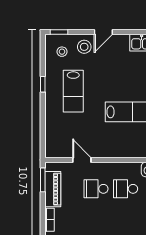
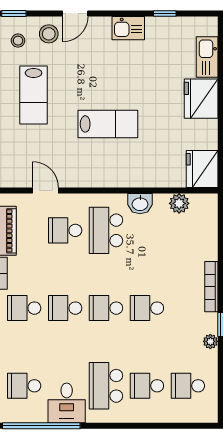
school desk: (126, 189) -> (106, 230), width x1.85

